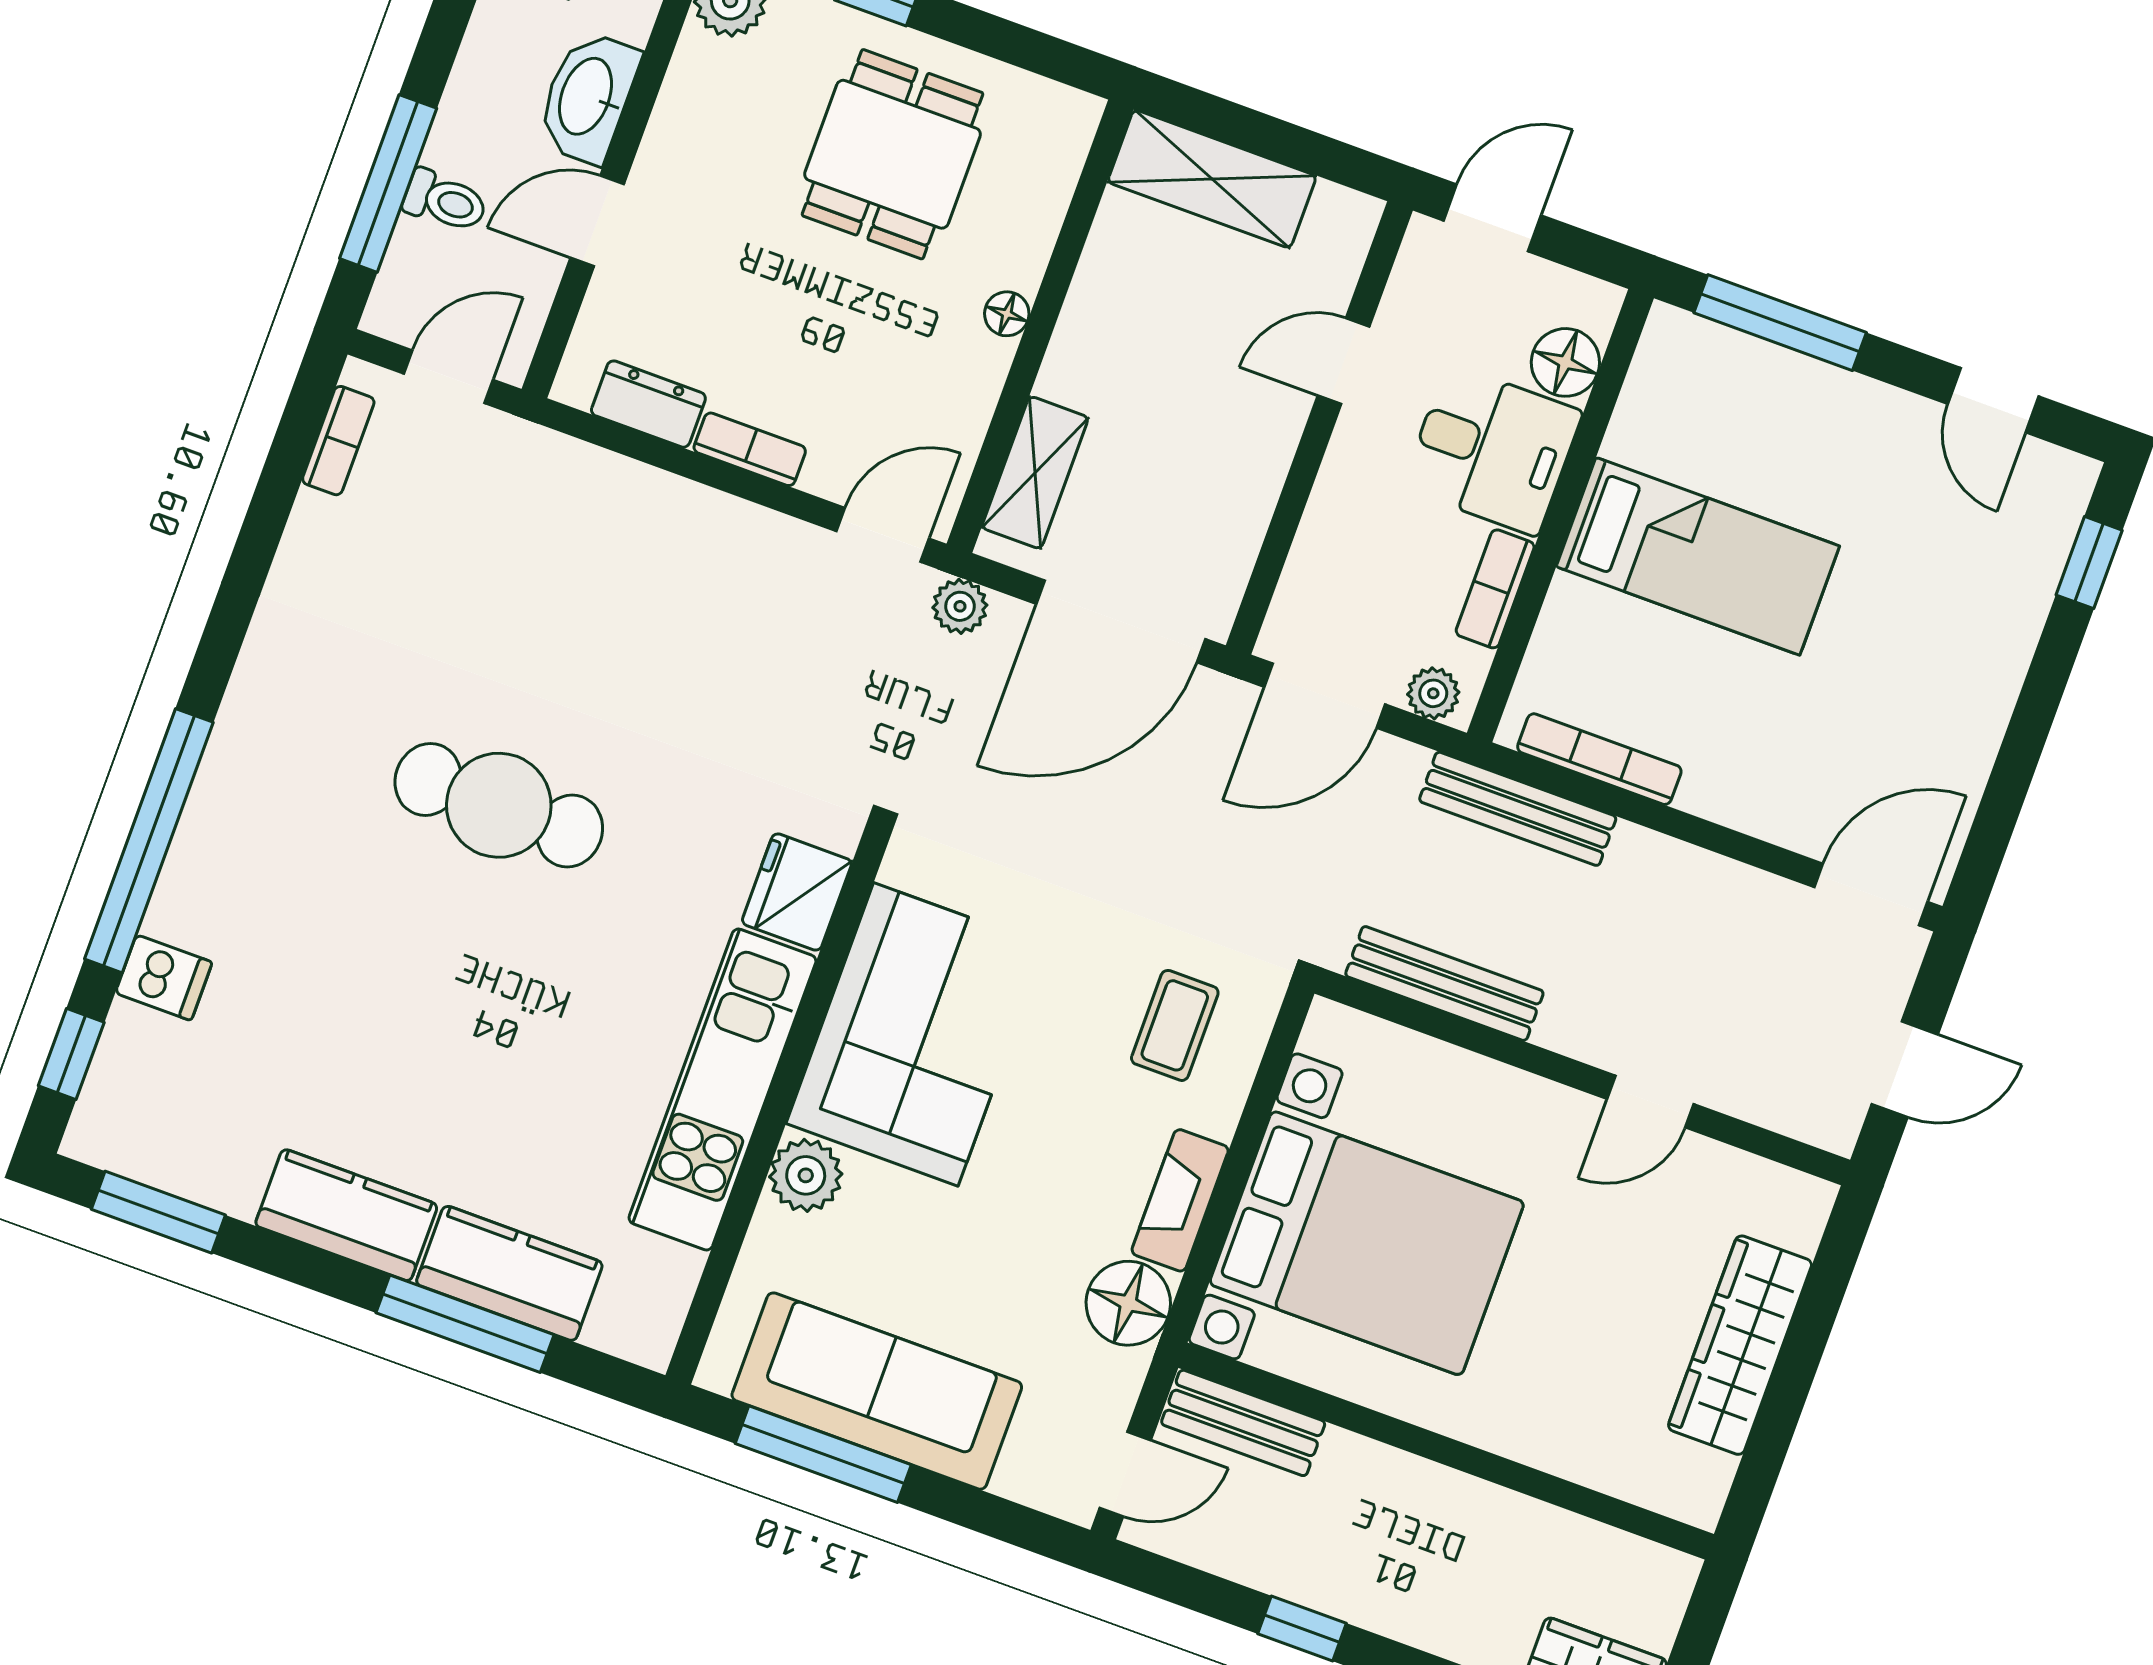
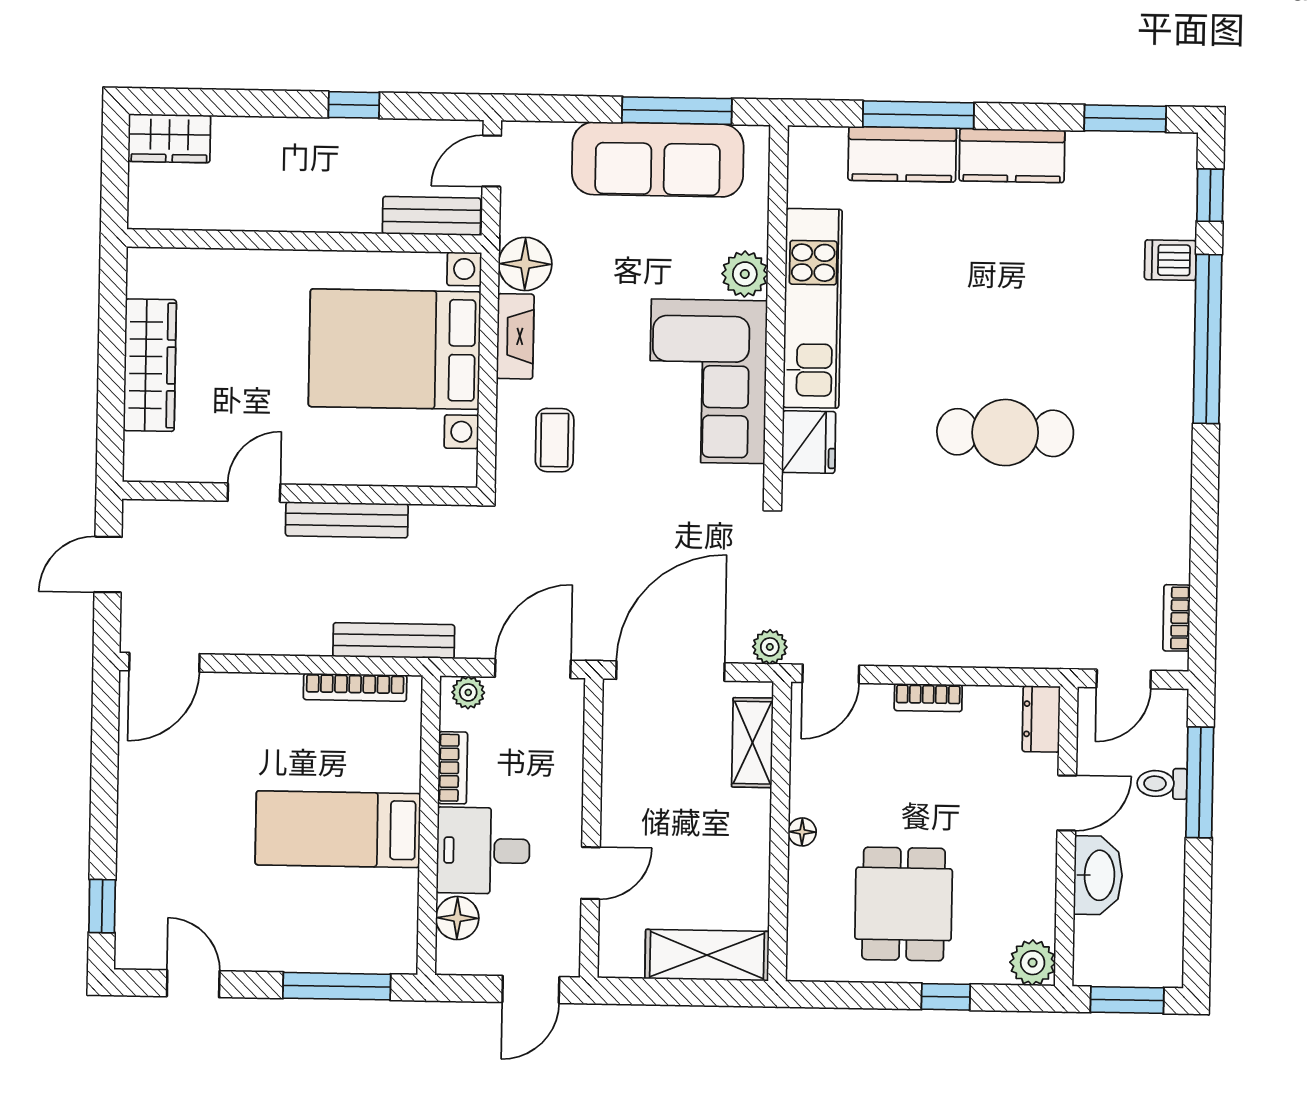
dresser: (648, 404) -> (1041, 719), moved, turned 90
bench: (1444, 984) -> (347, 520), moved

